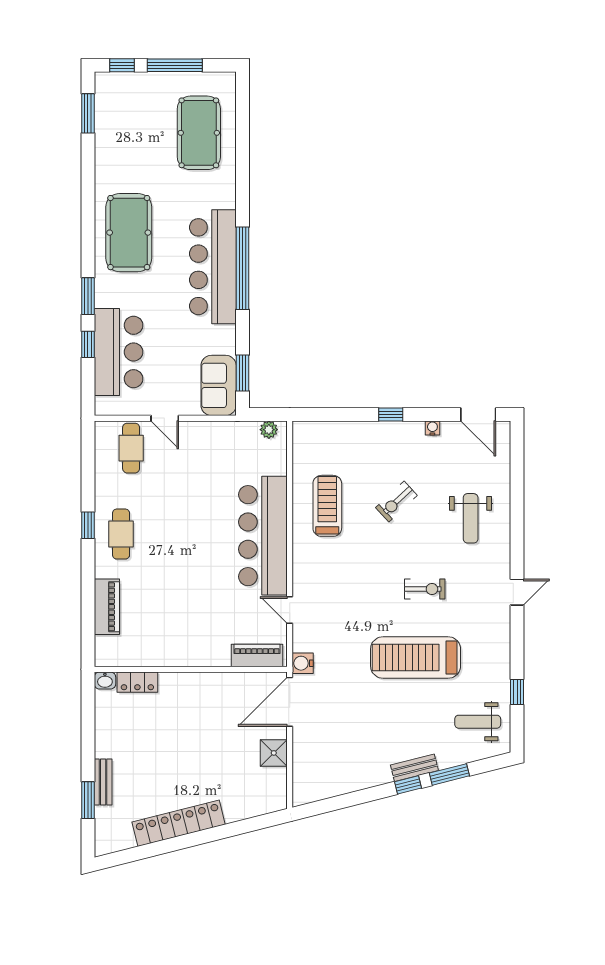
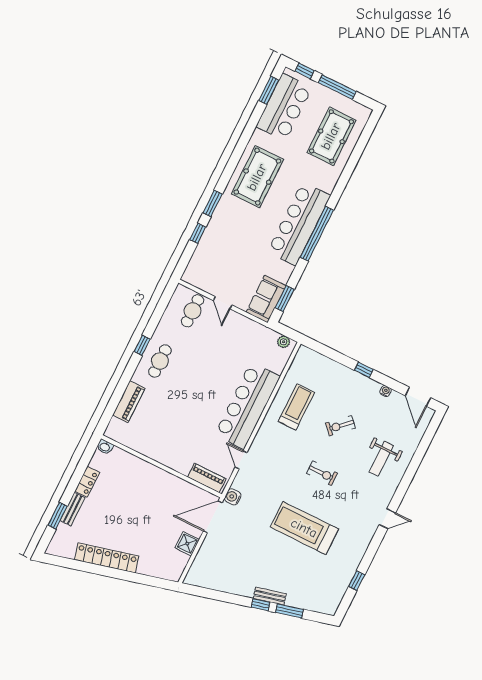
bar counter: (119, 352) -> (284, 107), moved
exercise bike: (425, 589) -> (322, 473), moved
locker: (137, 682) -> (87, 482), moved, turned -90
weight bench: (478, 722) -> (323, 587), removed

